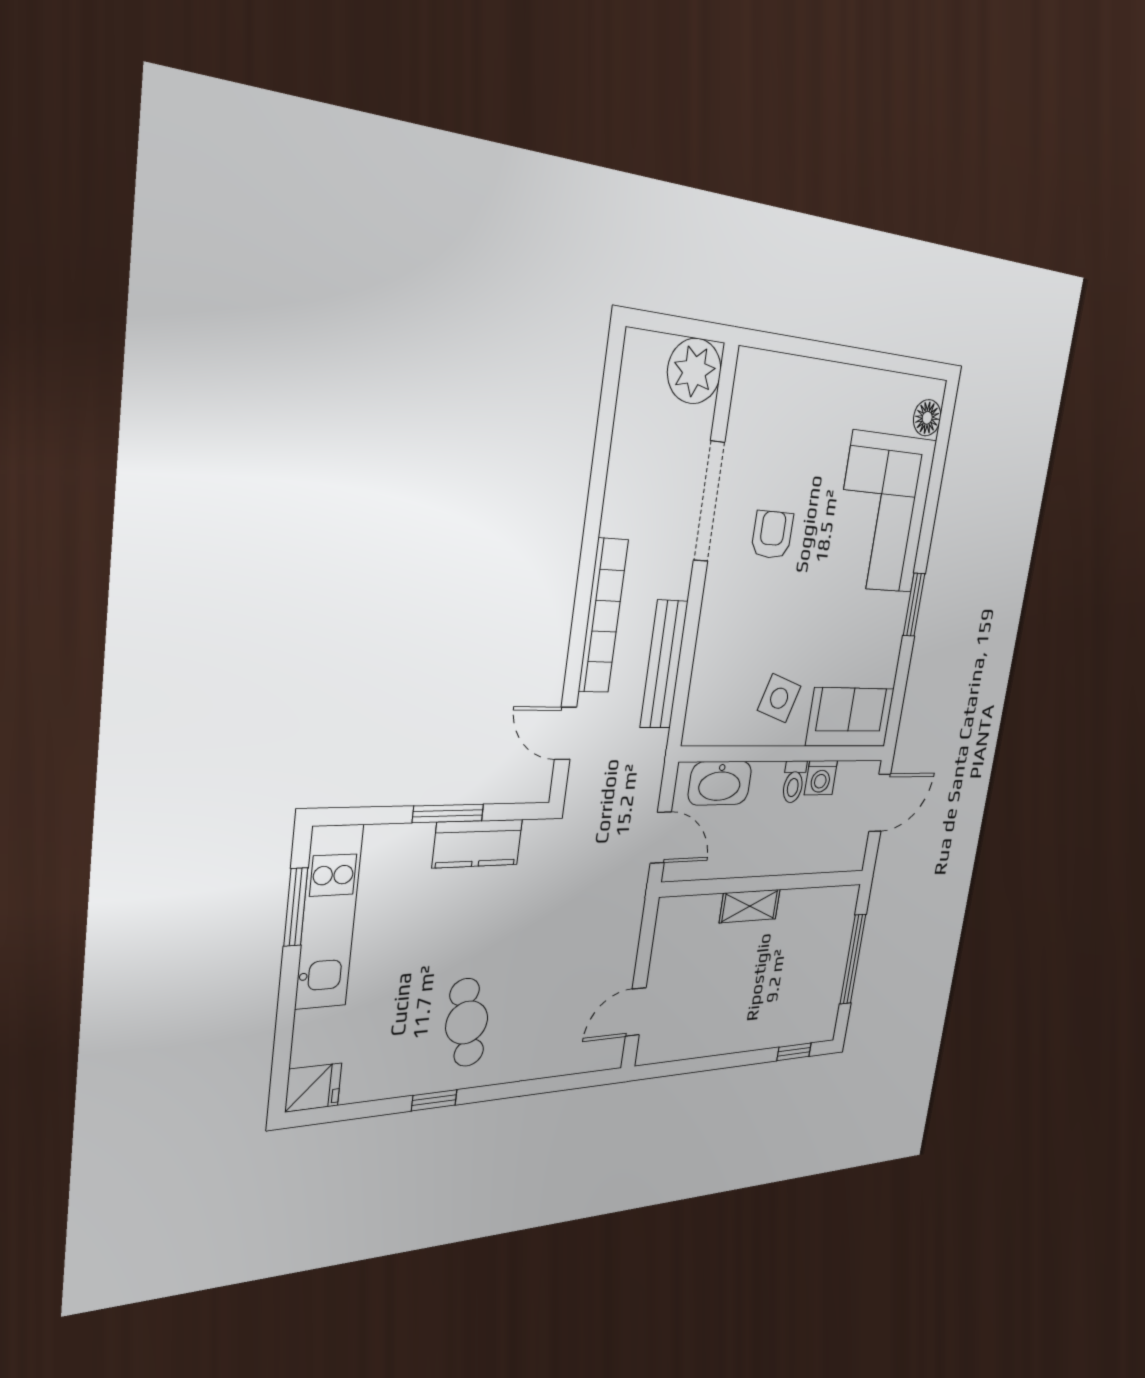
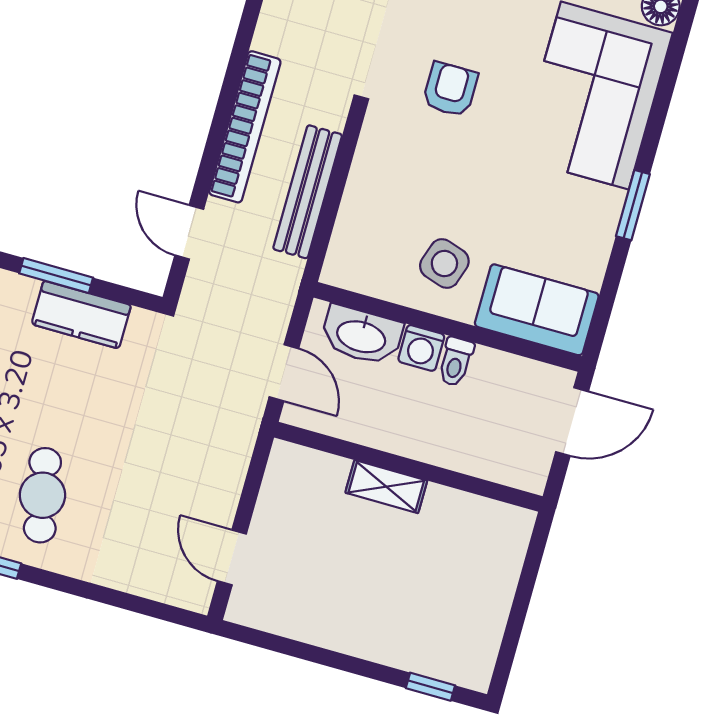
washing machine: (821, 778) -> (421, 348), moved
window: (853, 959) -> (522, 601), removed
door: (636, 1012) -> (232, 557), hinge flipped

